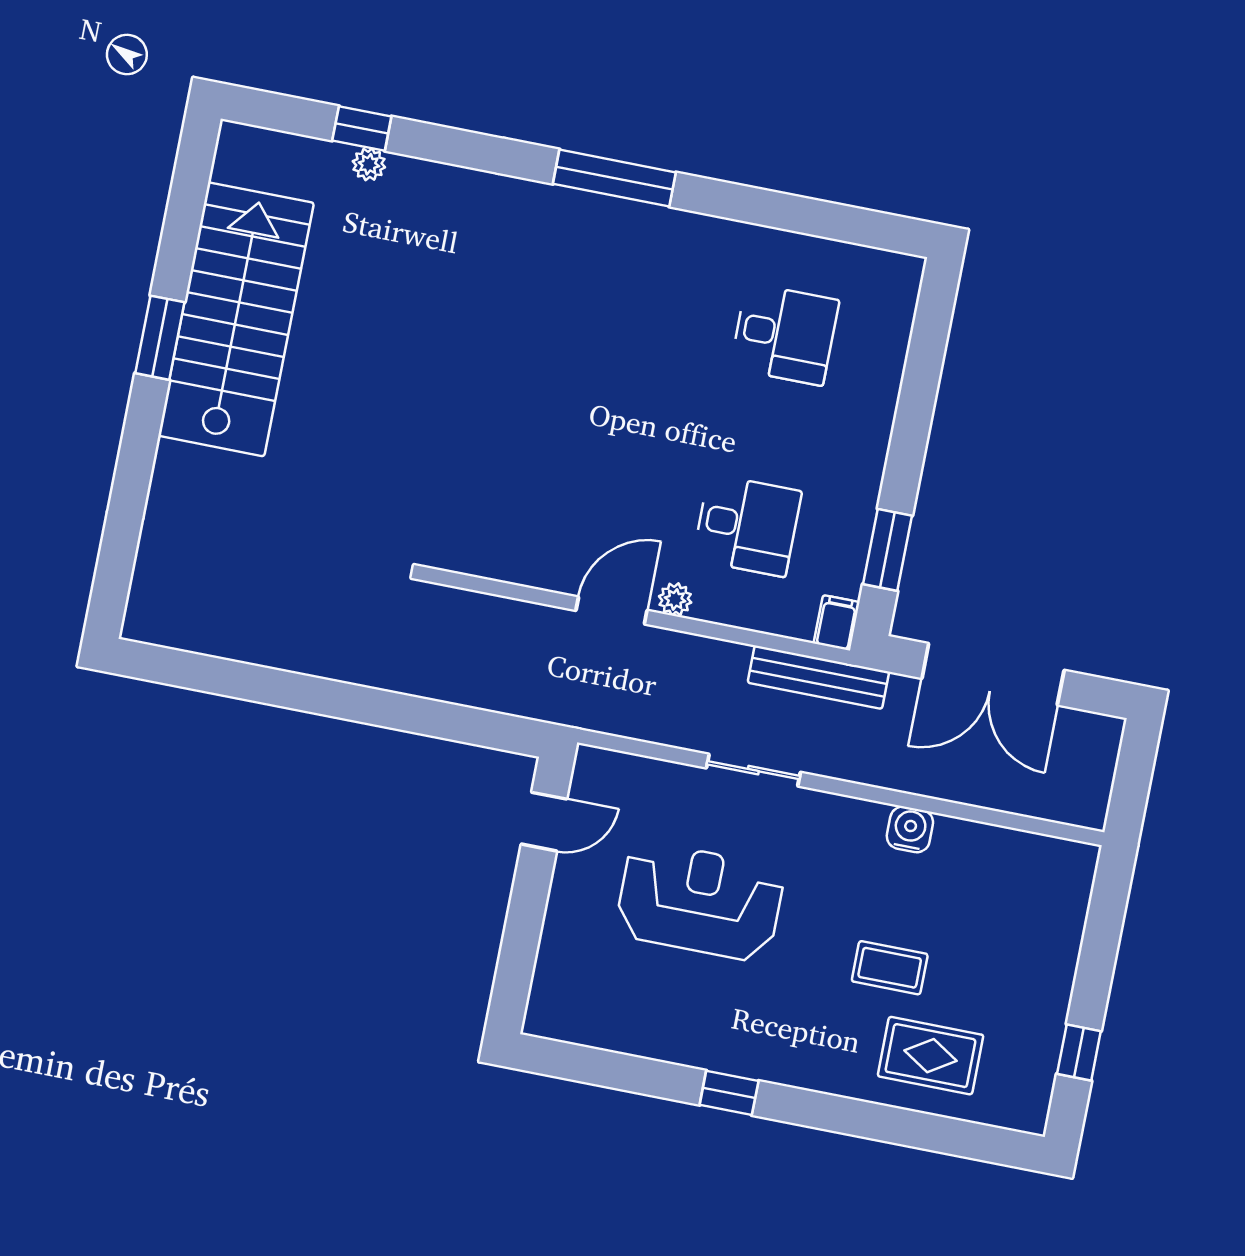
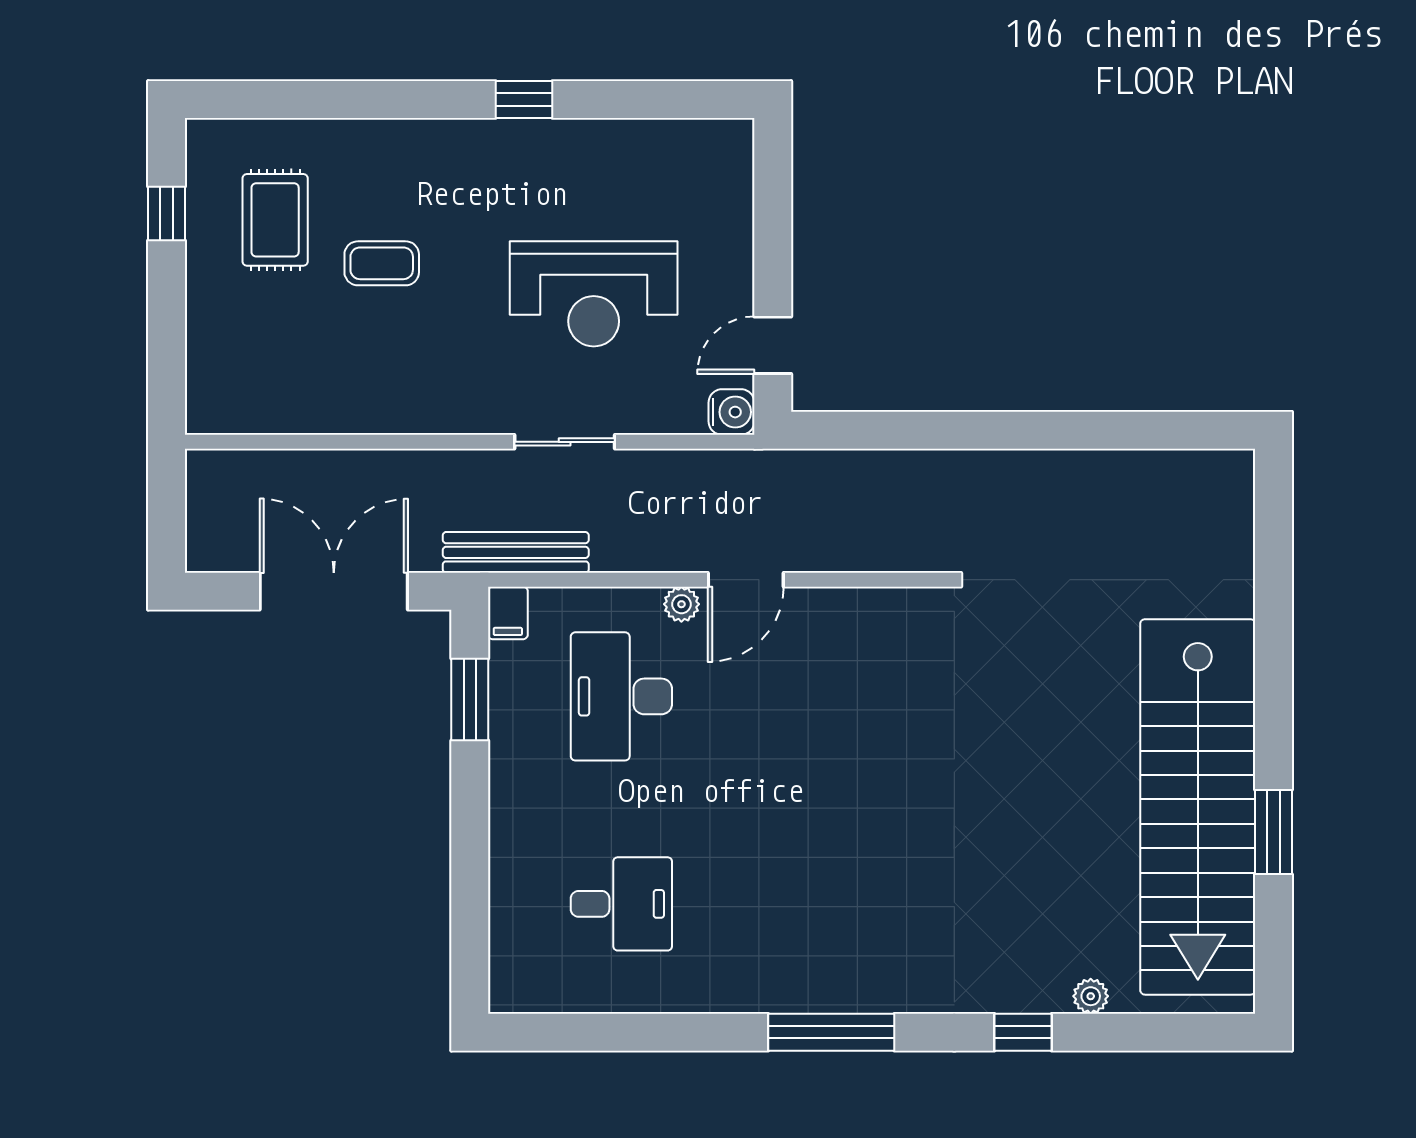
window: (362, 129) -> (1023, 1032), moved
stairs: (236, 319) -> (1198, 807), width x1.36
desk: (785, 334) -> (621, 904), turned 180
window: (160, 338) -> (1274, 832), moved
desk: (747, 525) -> (621, 696), width x1.37
water cooler: (910, 829) -> (732, 412), moved, turned -90
rug: (931, 1056) -> (275, 220), moved, turned 90

